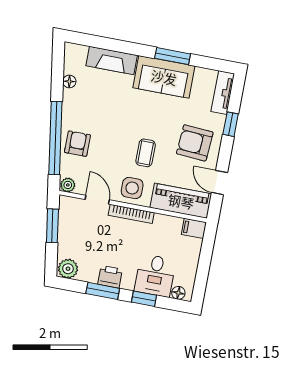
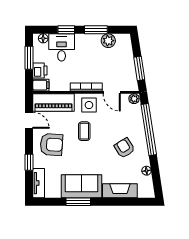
armchair: (77, 144) -> (124, 148), moved, turned 148
plant: (68, 269) -> (108, 41), moved
window: (203, 270) -> (29, 58), added
printer: (110, 277) -> (40, 71), moved, turned -90

